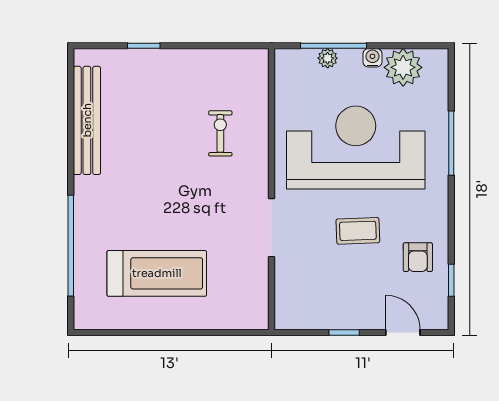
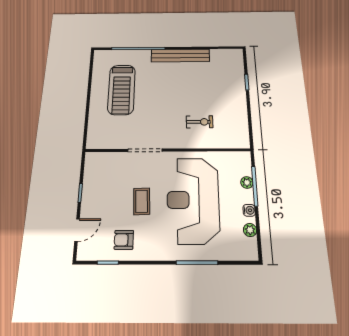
plant: (403, 67) -> (250, 230), width x0.53, depth x0.53
bench: (87, 120) -> (180, 56), moved
reception desk: (356, 148) -> (193, 200), turned 180

